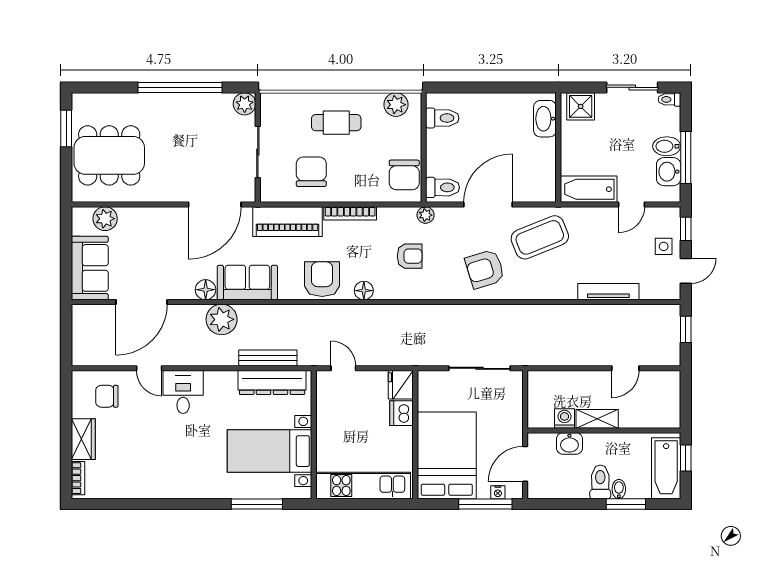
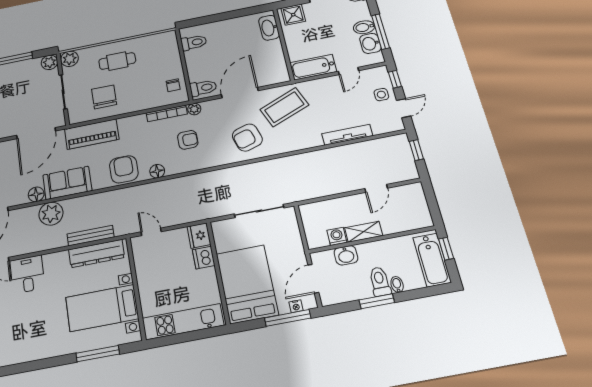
plant: (396, 105) -> (70, 59), moved
chair: (404, 175) -> (173, 85), width x0.54, depth x0.54
bookcase: (350, 213) -> (167, 113), moved
window: (626, 504) -> (377, 301), moved

